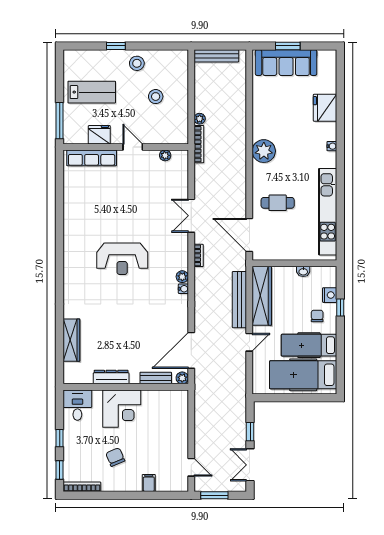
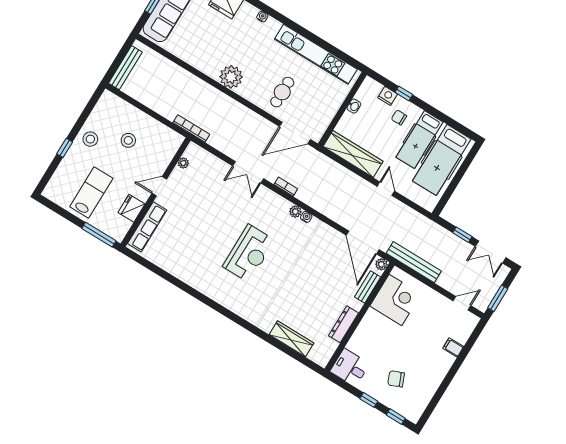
plant: (200, 119) -> (170, 115), removed
bench: (239, 300) -> (414, 262), moved
corner desk: (122, 409) -> (395, 300), moved
chair: (115, 457) -> (396, 379), moved
bookcase: (82, 487) -> (422, 406), removed

